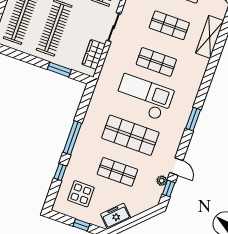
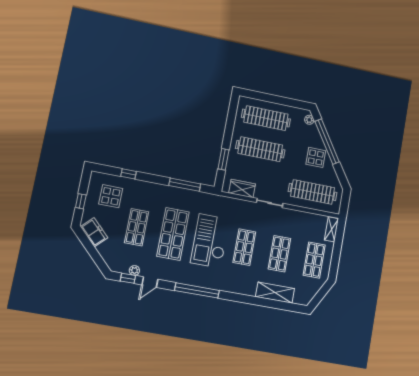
checkout: (144, 97) -> (210, 241), turned 180
window: (193, 119) -> (197, 290), width x2.11
window: (72, 138) -> (185, 185), moved

